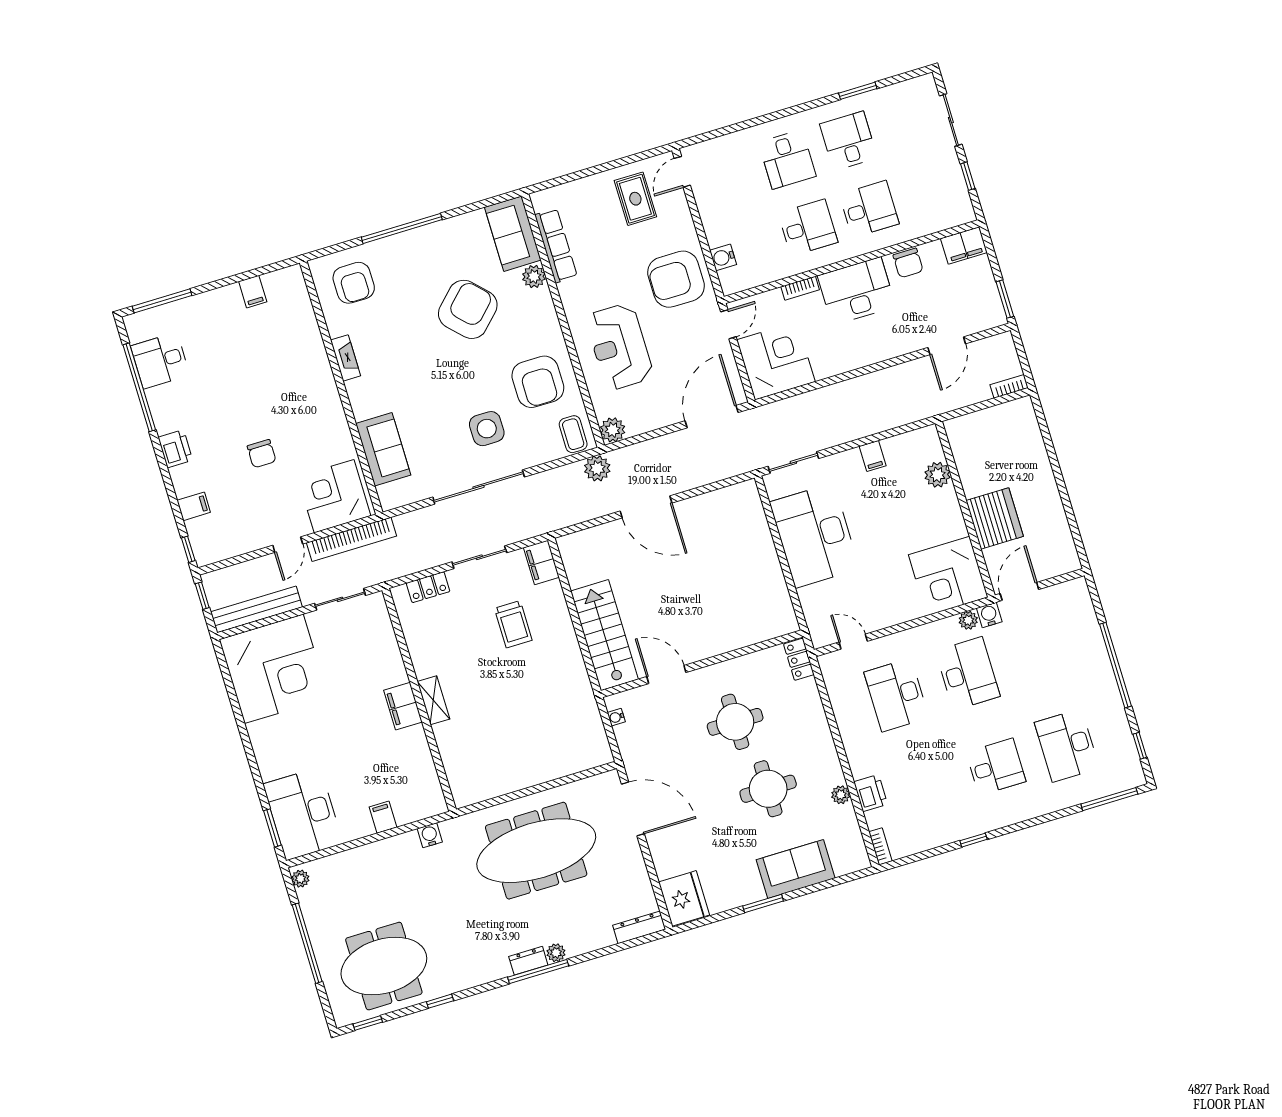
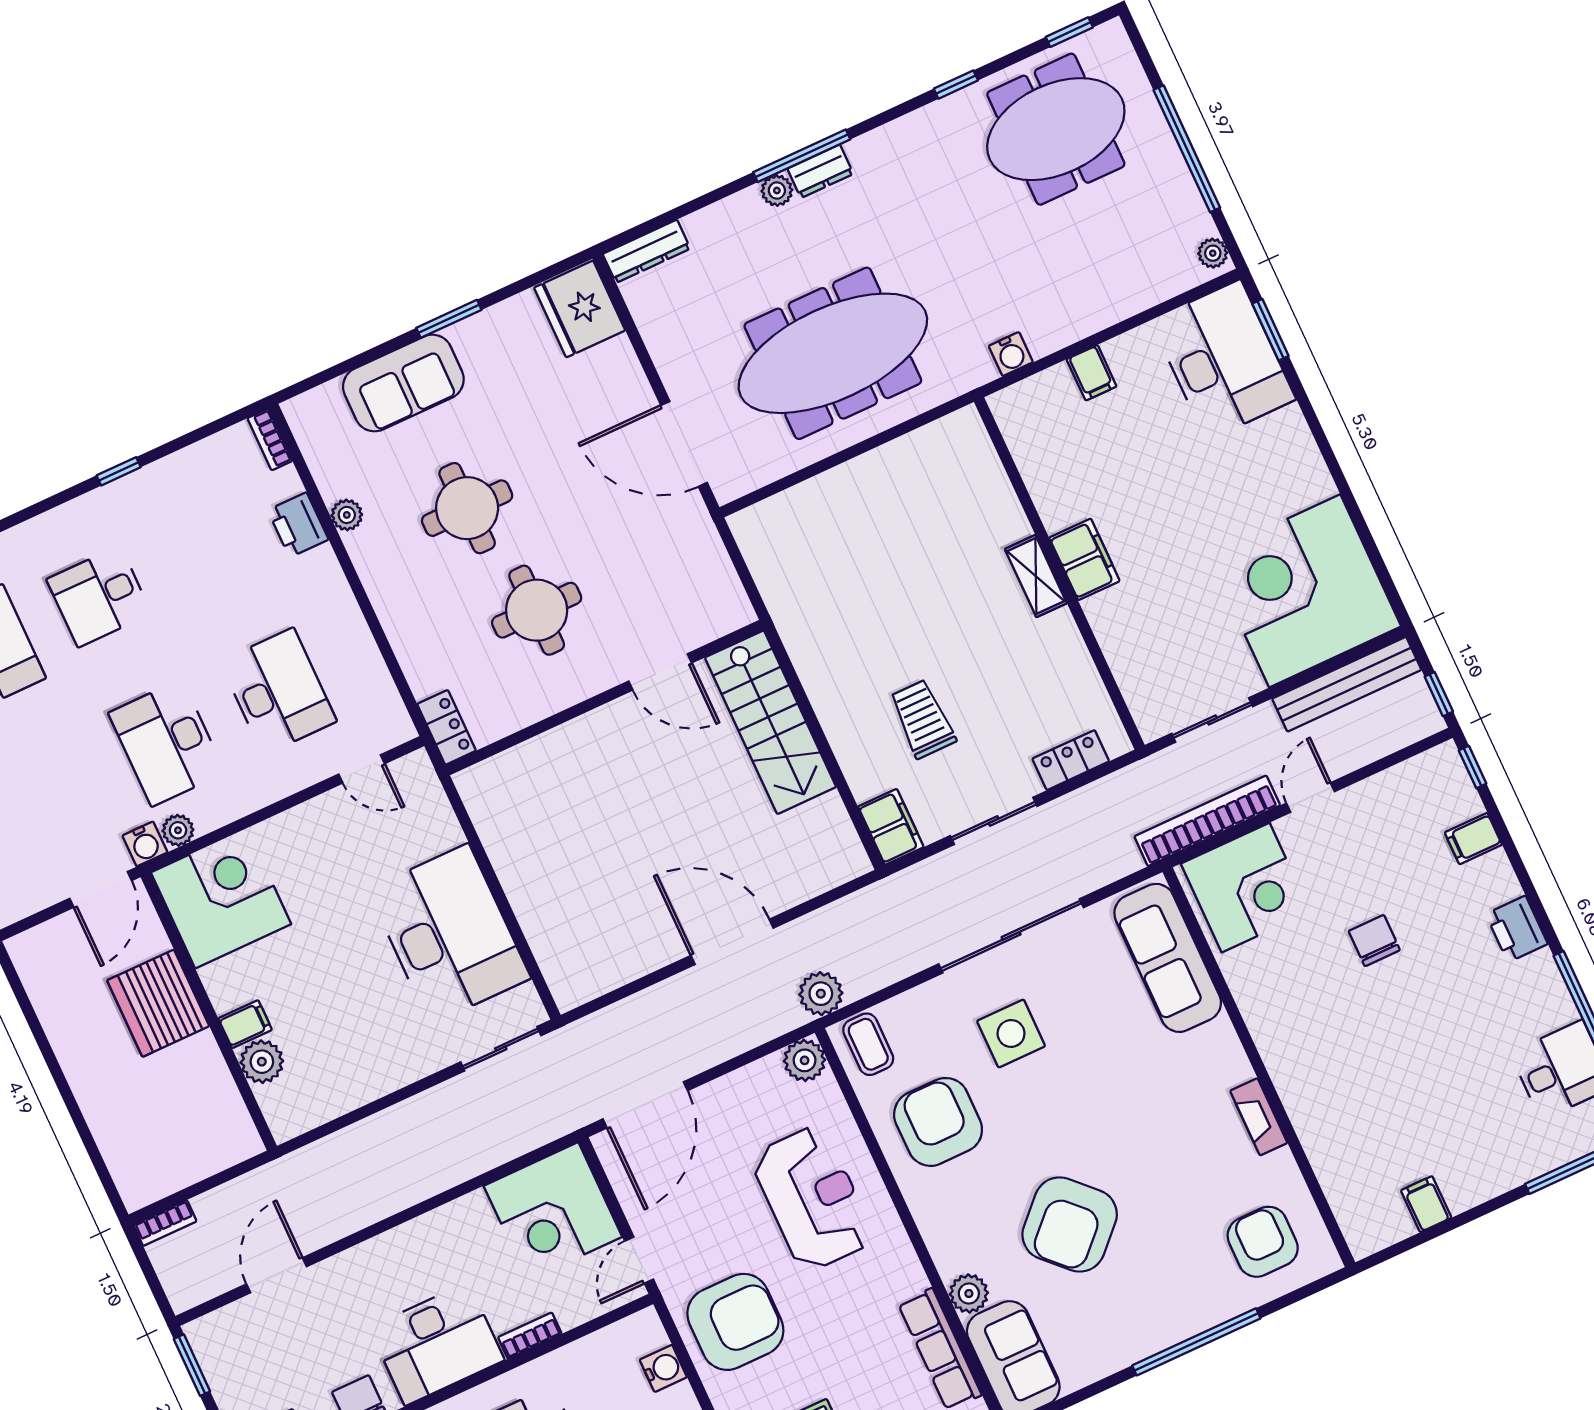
sofa: (383, 449) -> (1168, 958), width x1.36
filing cabinet: (873, 456) -> (245, 1024), moved, turned 90
water cooler: (616, 717) -> (732, 590), removed

